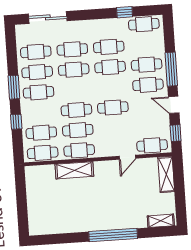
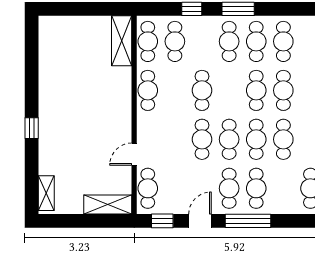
cafe table: (78, 130) -> (229, 139), moved
door: (127, 157) -> (134, 154), hinge flipped
shelving: (74, 170) -> (122, 41), moved
window: (113, 235) -> (32, 128), width x0.32

